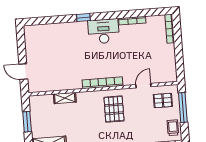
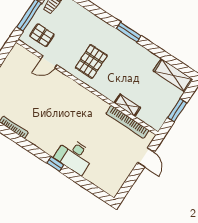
desk: (104, 31) -> (74, 156), moved
bookcase: (103, 83) -> (127, 122), moved

